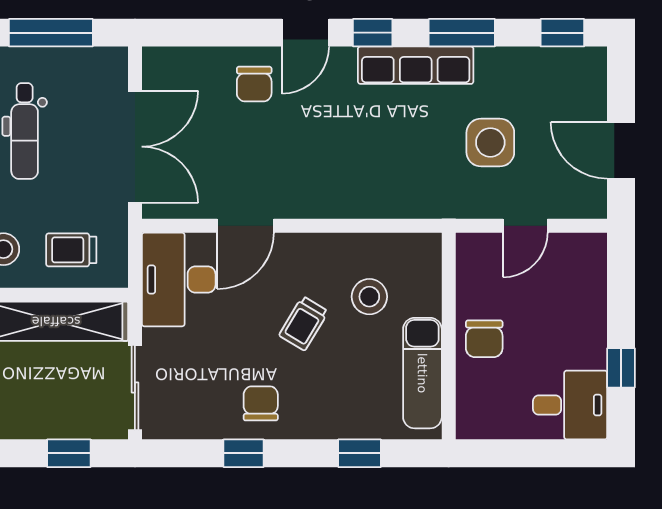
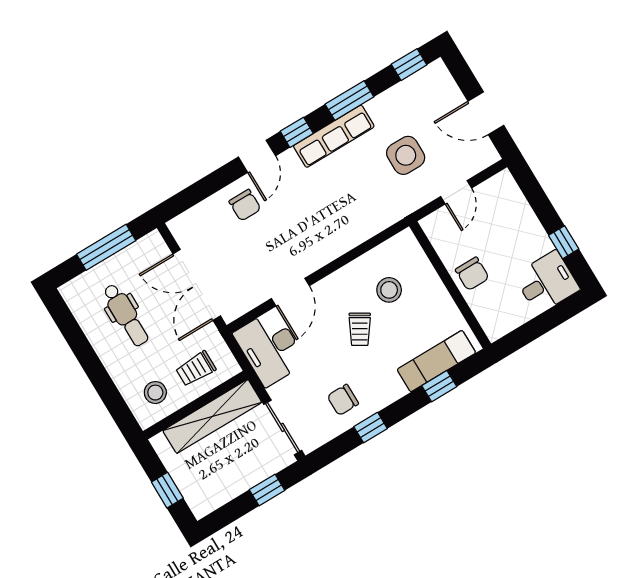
double door: (135, 147) -> (197, 285), swing flipped
exam couch: (422, 373) -> (436, 361), moved, turned 90
chair: (261, 403) -> (343, 400), moved, turned -90

